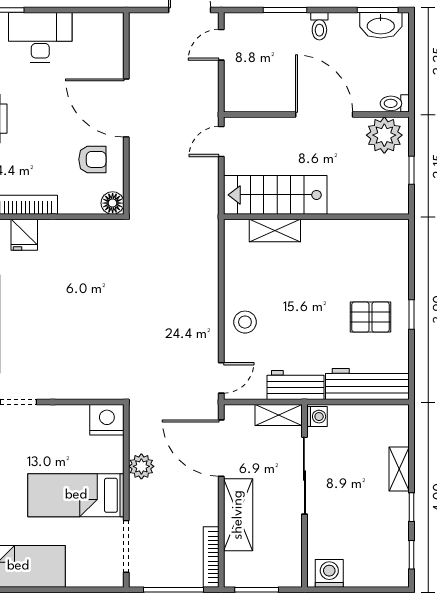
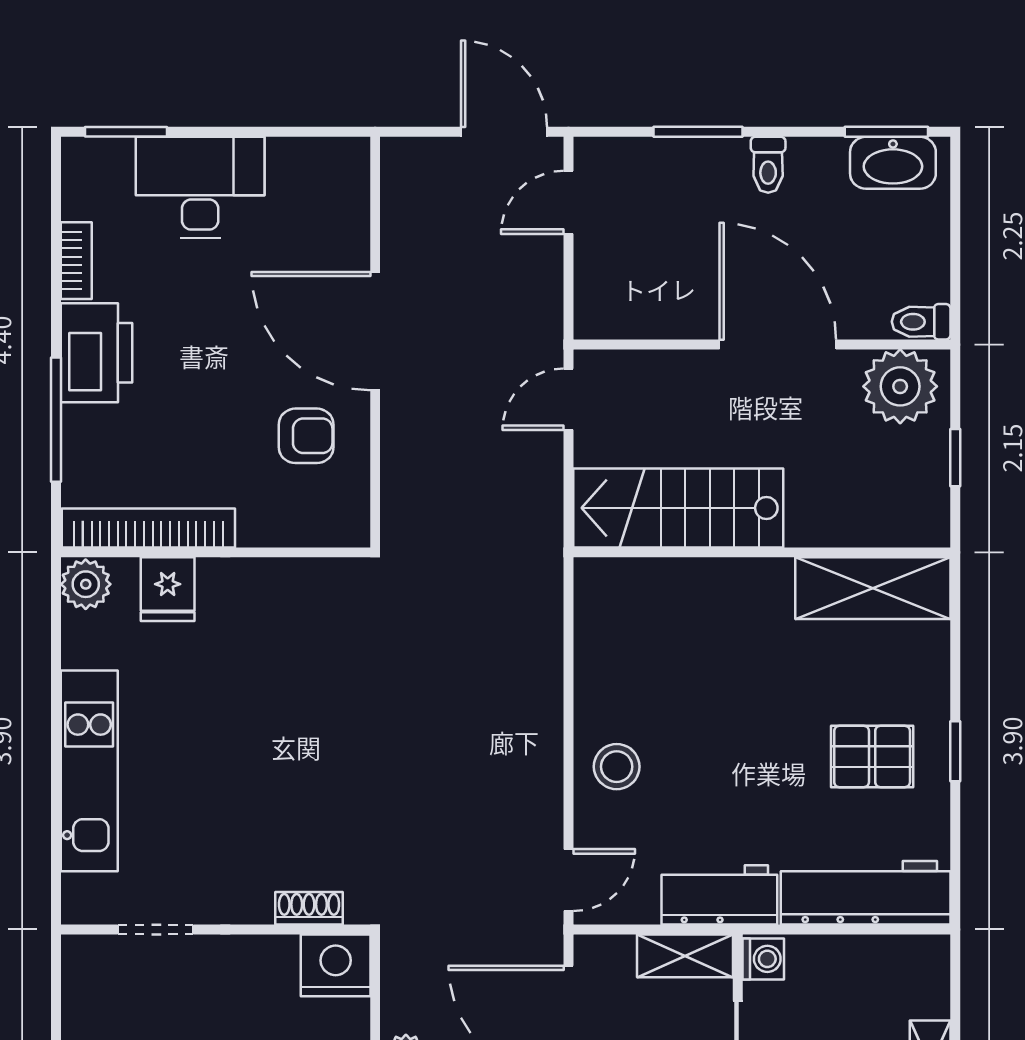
floor lamp: (113, 203) -> (347, 524), removed
shelving: (275, 231) -> (873, 588), moved, width x1.50, depth x1.33
shoe rack: (94, 392) -> (309, 908), added

